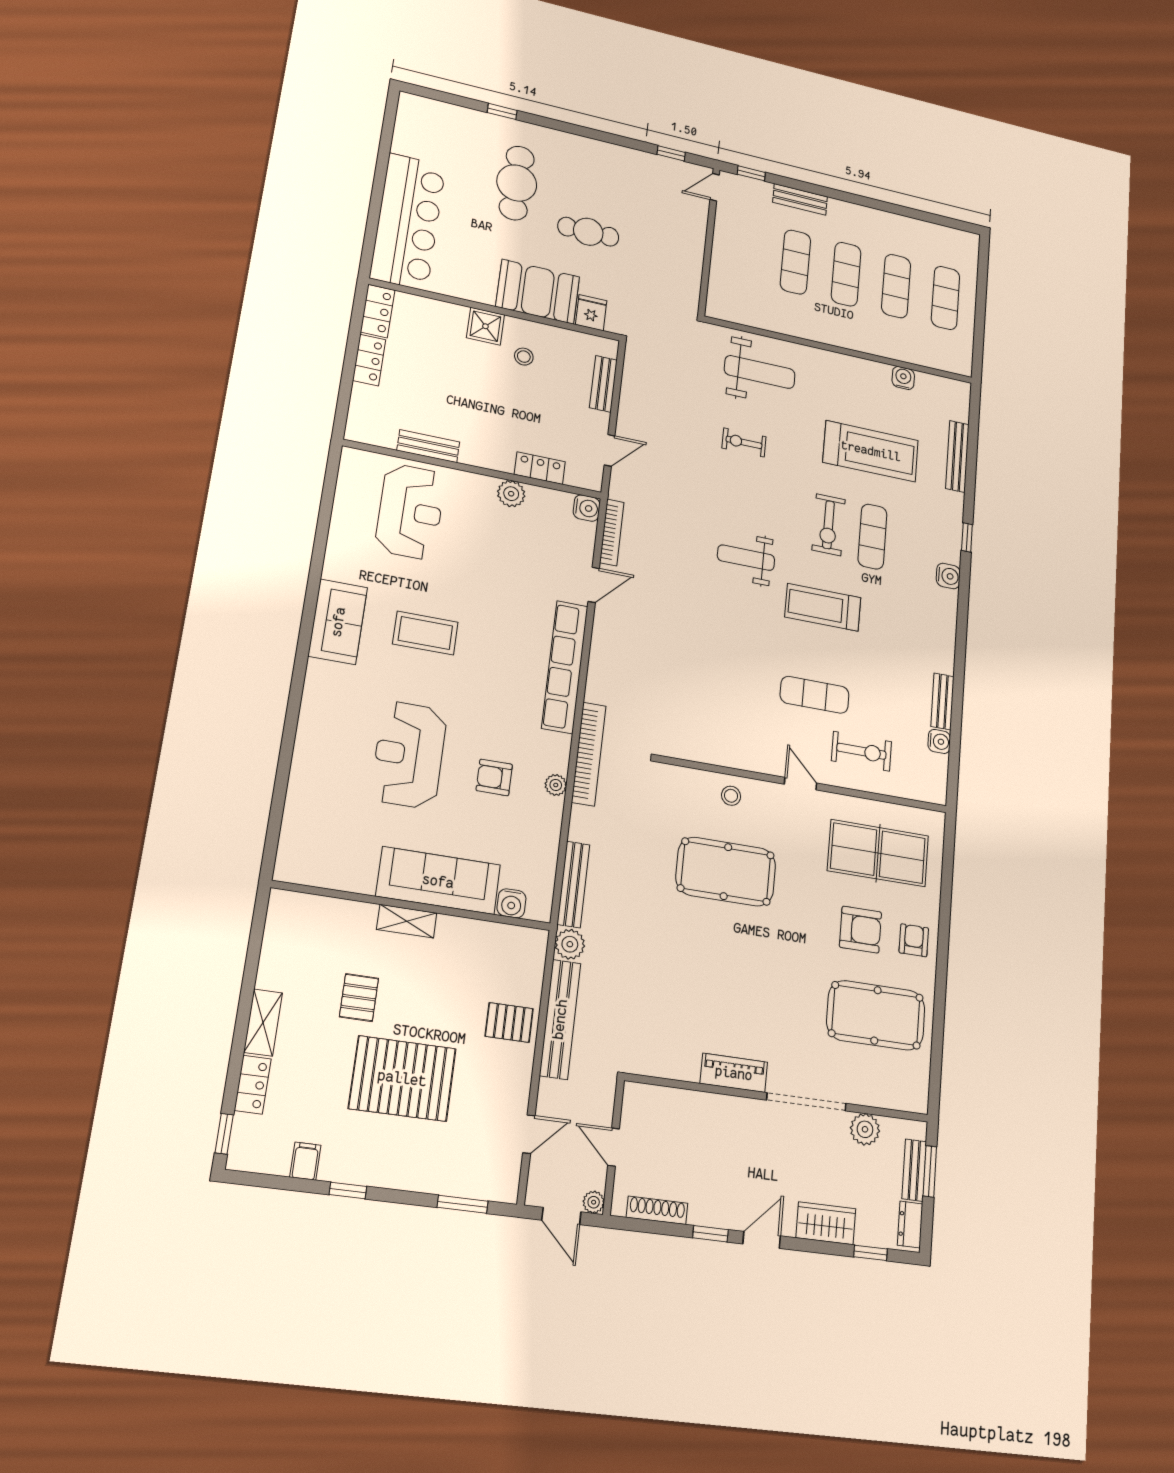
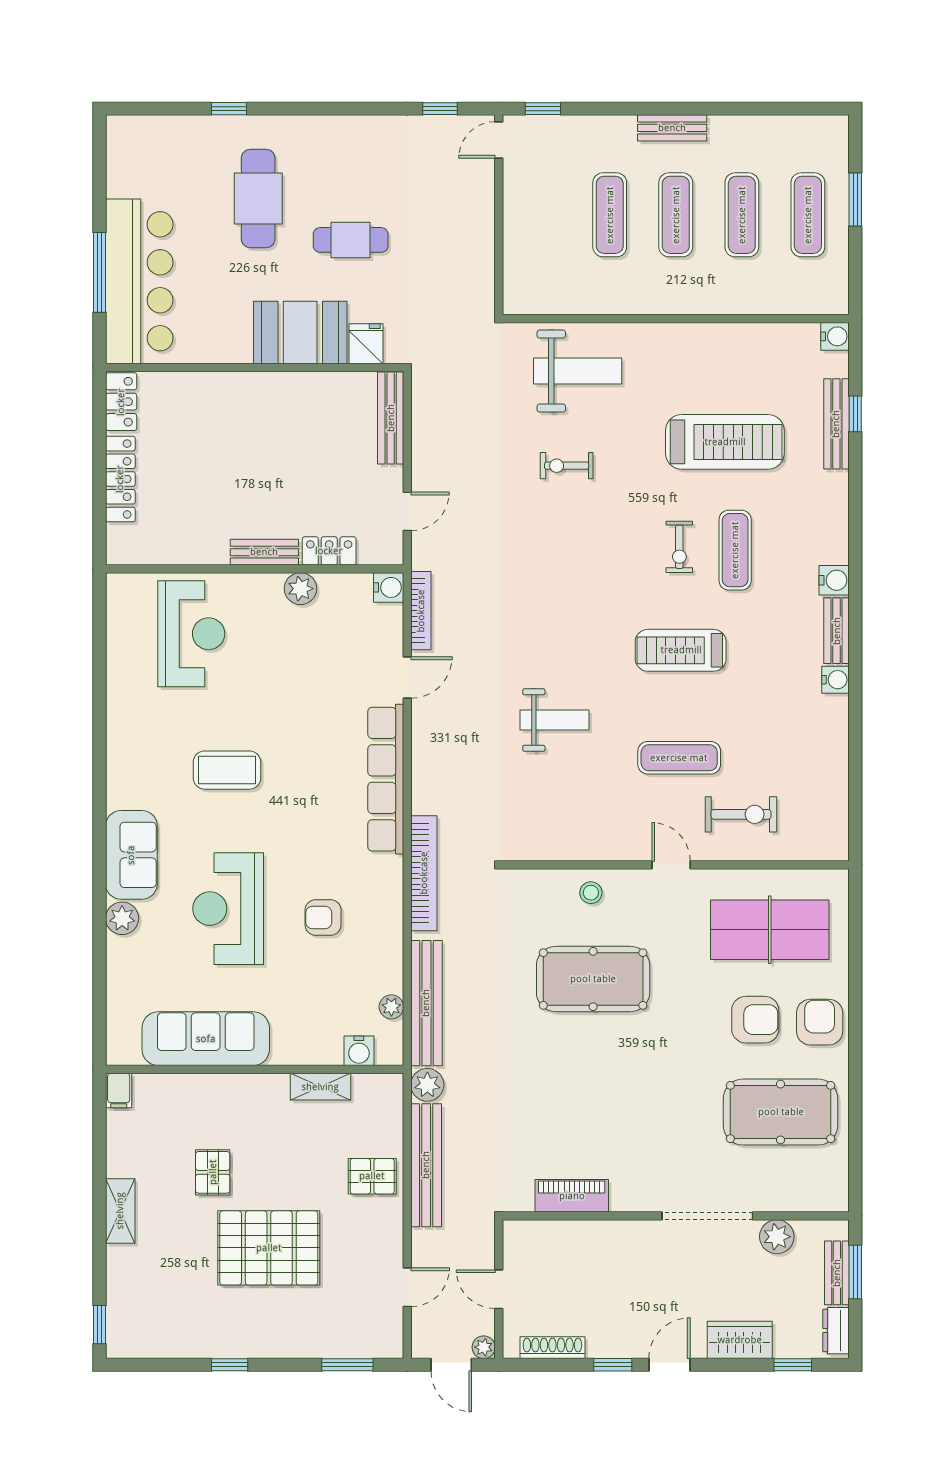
bench: (800, 199) -> (672, 128), moved
window: (375, 207) -> (100, 272), added
window: (981, 295) -> (855, 200), added
shower: (485, 326) -> (245, 391), removed
stool: (524, 357) -> (294, 418), removed
locker: (369, 360) -> (120, 479), width x1.53
water cooler: (903, 378) -> (835, 336), moved, turned 90
bench: (603, 384) -> (391, 418), width x1.36
bench: (428, 446) -> (264, 552), moved
exercise bike: (829, 525) -> (679, 547), width x0.73, depth x0.72
window: (967, 537) -> (855, 414), moved
weight bench: (746, 558) -> (554, 720), moved, turned 180
sofa: (338, 622) -> (131, 855), moved
bench: (942, 701) -> (837, 631), moved
water cooler: (939, 741) -> (835, 680), moved
plant: (309, 747) -> (122, 918), added
plant: (556, 785) -> (391, 1007), moved
sofa: (438, 881) -> (206, 1039), moved
bench: (573, 884) -> (426, 1003), width x1.37, depth x1.21
shelving: (407, 921) -> (320, 1087), moved
armchair: (914, 940) -> (820, 1022), width x1.38, depth x1.38
piano: (734, 1073) -> (572, 1196), moved
locker: (253, 1085) -> (120, 1273), removed
filing cabinet: (305, 1161) -> (119, 1090), moved, turned 180

